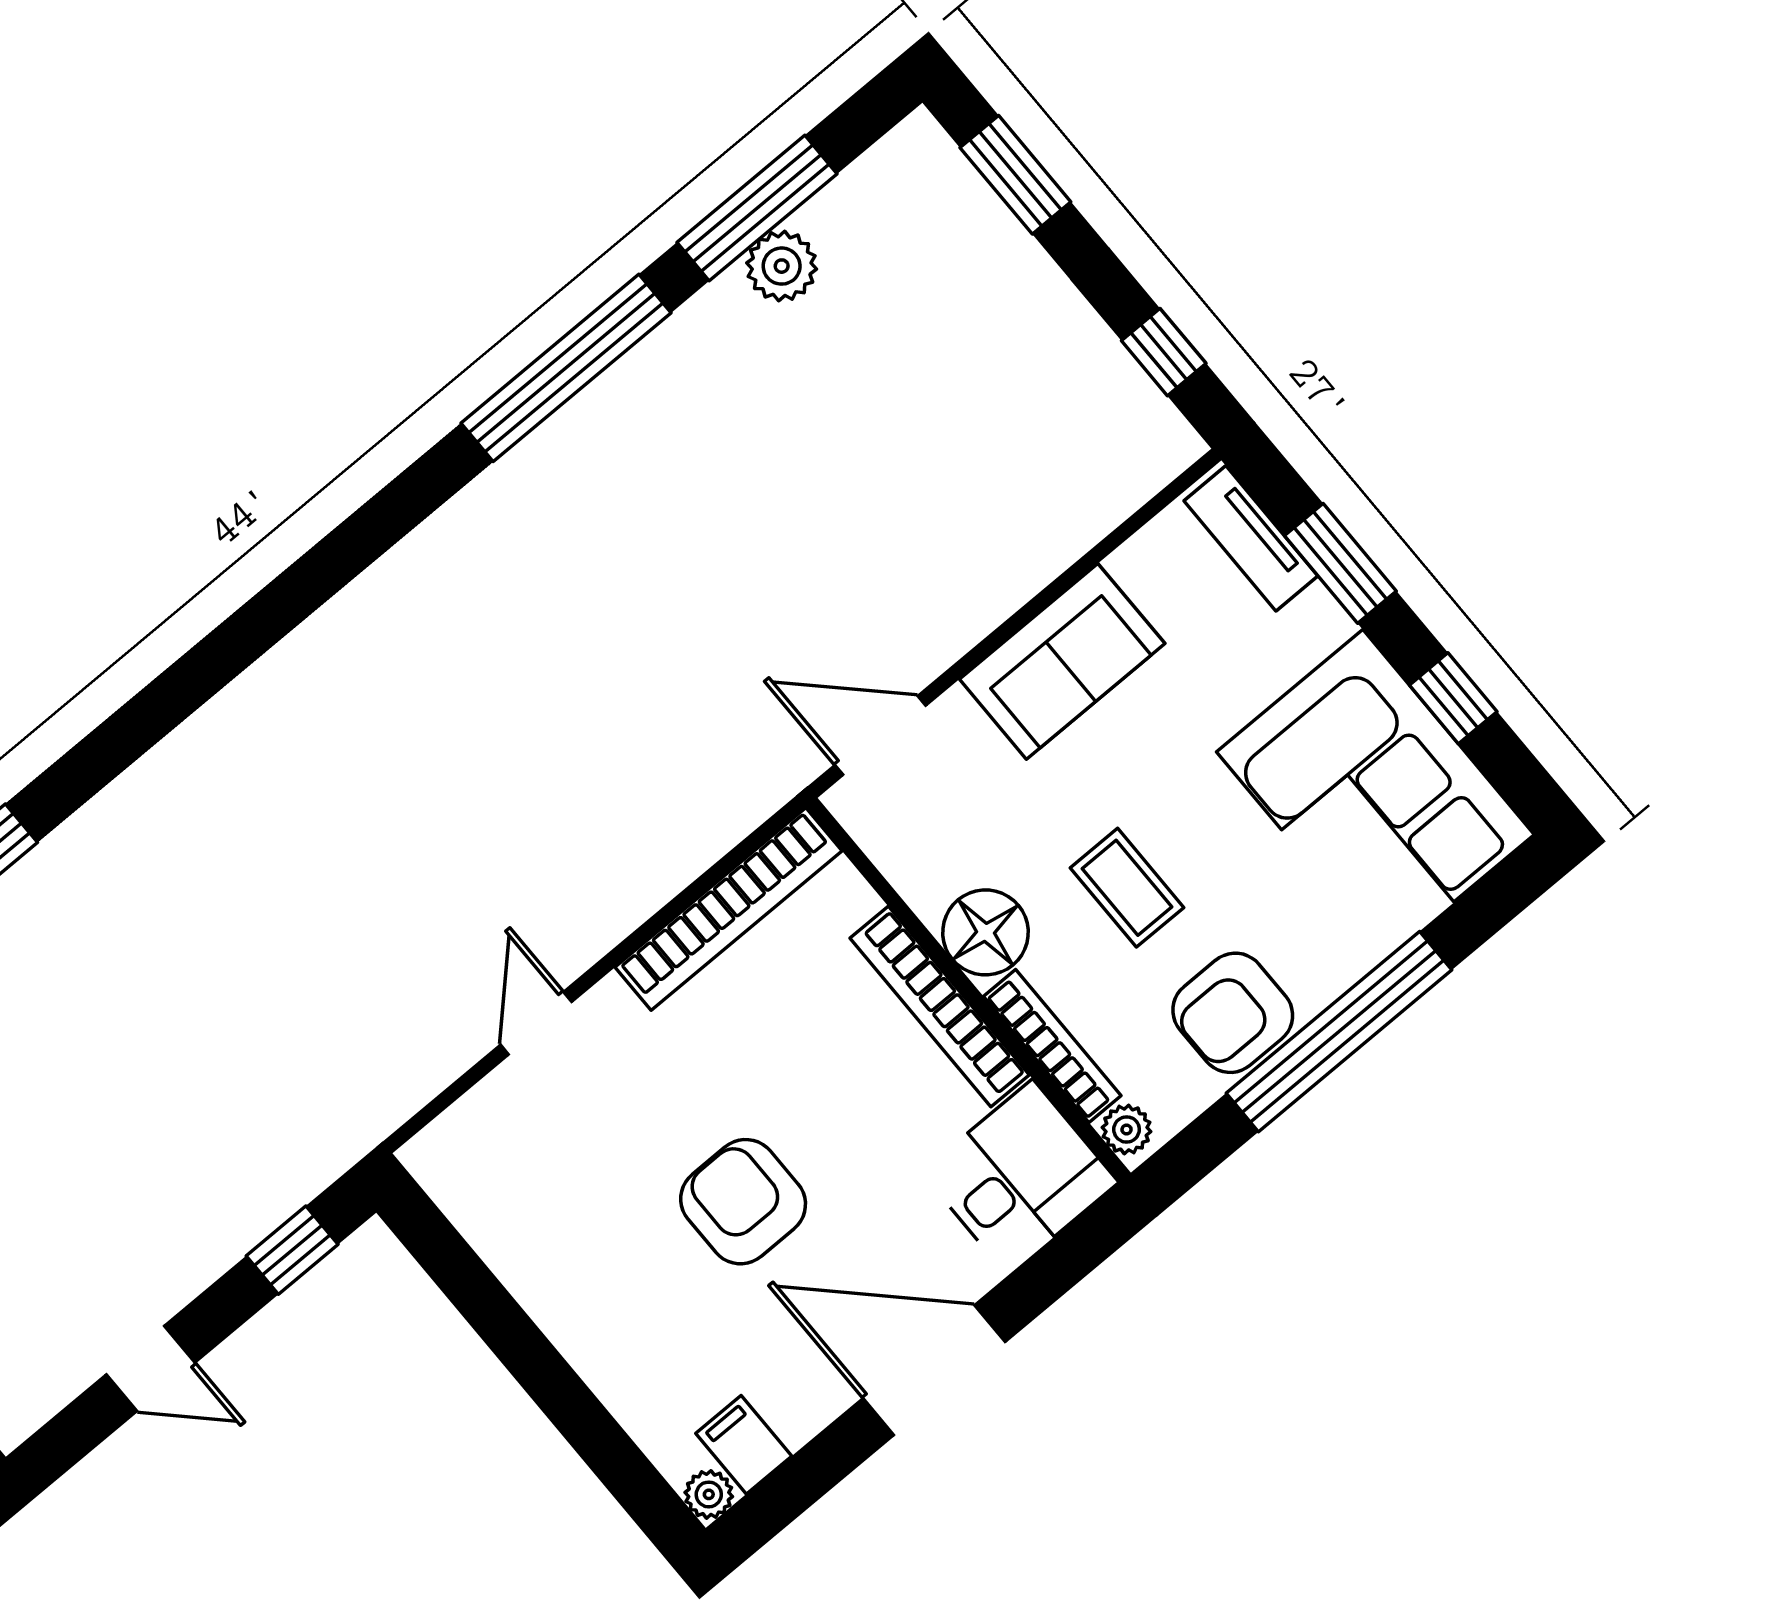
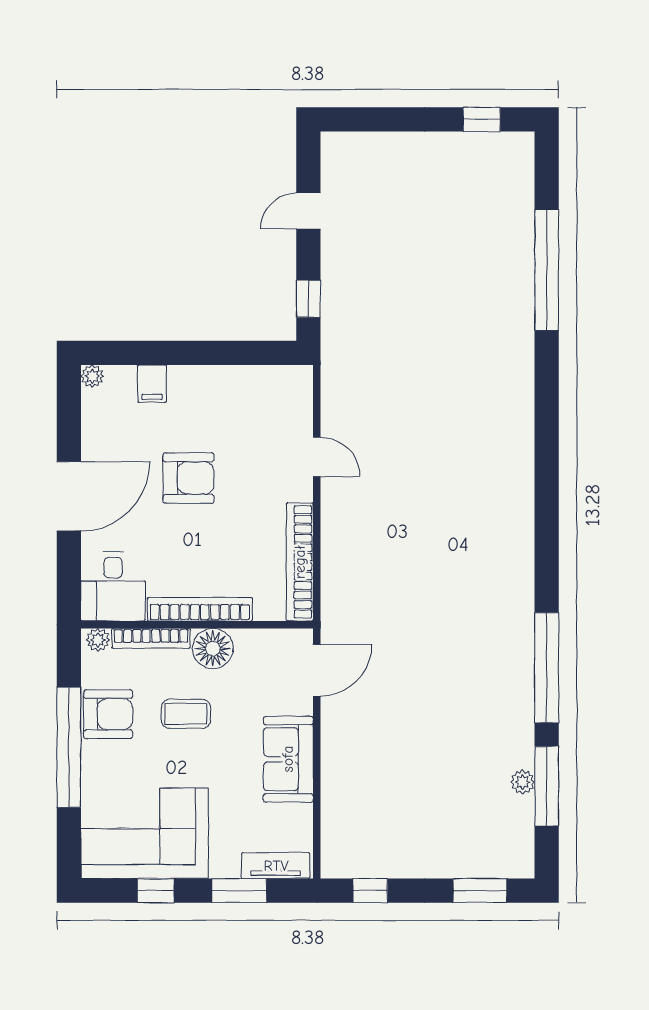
plant: (782, 266) -> (523, 782), width x0.73, depth x0.73
armchair: (1233, 1013) -> (108, 714), turned 90
filing cabinet: (744, 1445) -> (152, 384), moved, turned 90

